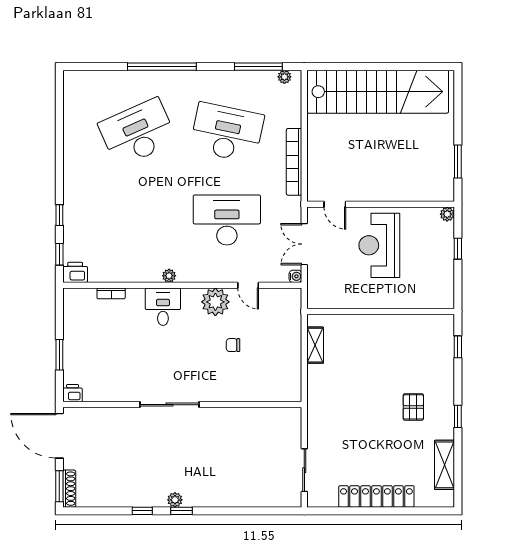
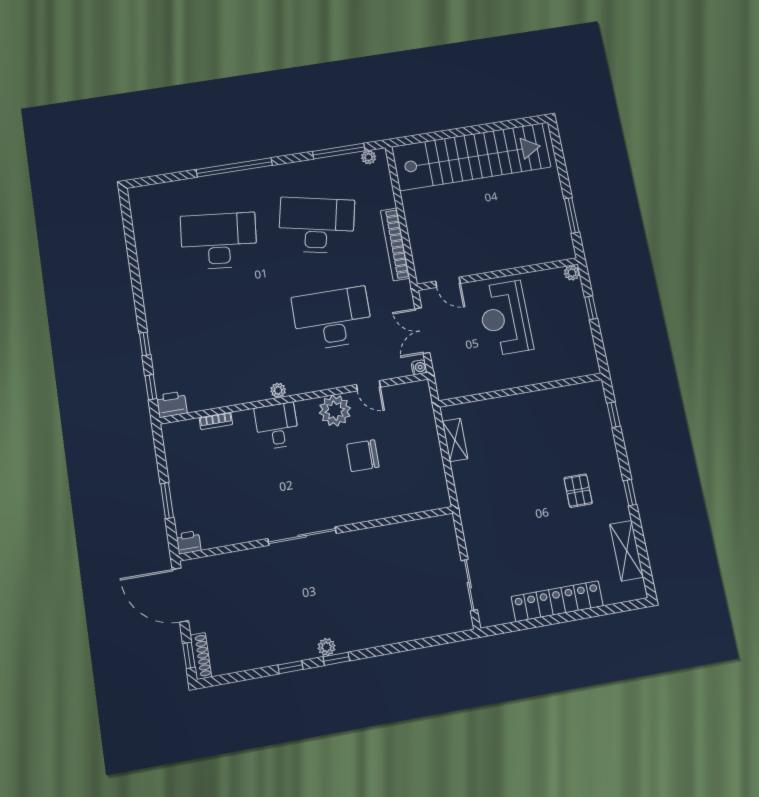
desk: (138, 133) -> (219, 241), turned 30
chair: (233, 345) -> (363, 456), width x1.87, depth x1.87
window: (59, 486) -> (189, 655), width x0.67

